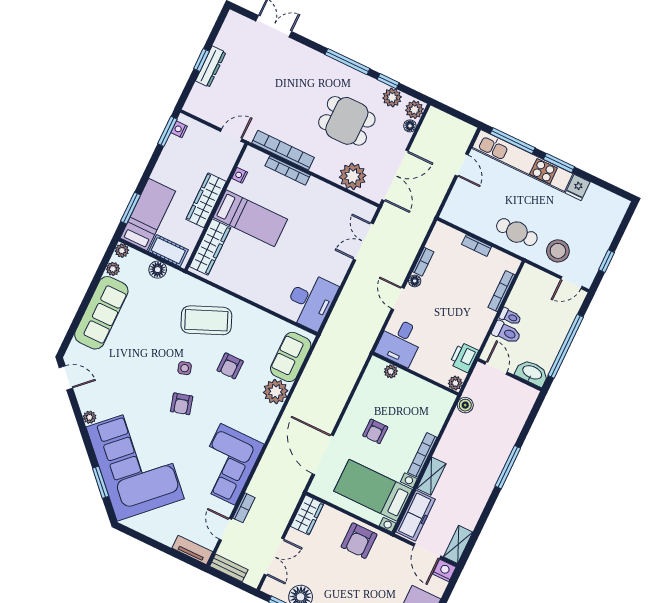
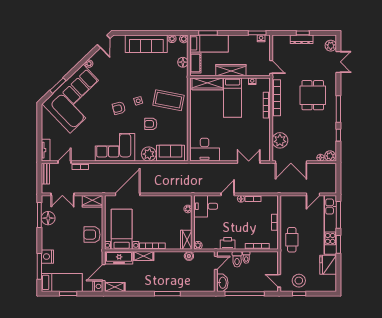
plant: (392, 97) -> (331, 46), moved
dining table: (347, 121) -> (313, 95), moved
fridge: (578, 187) -> (328, 265), width x1.88, depth x1.34
stool: (558, 251) -> (299, 281), moved
coffee table: (206, 320) -> (169, 100), turned -56
printer: (464, 357) -> (228, 243), moved
wardrobe: (438, 397) -> (186, 240), added
armchair: (375, 431) -> (153, 216), removed
corner sofa: (228, 464) -> (115, 147), moved

